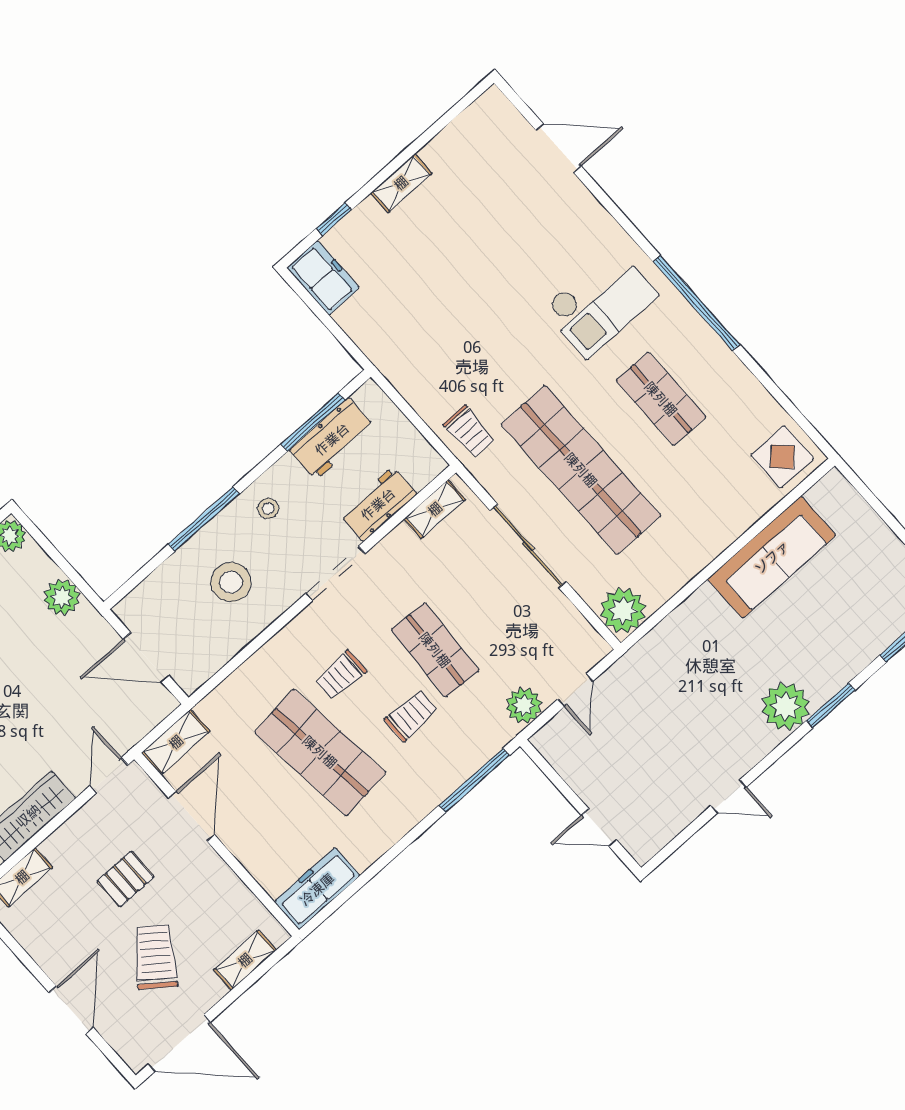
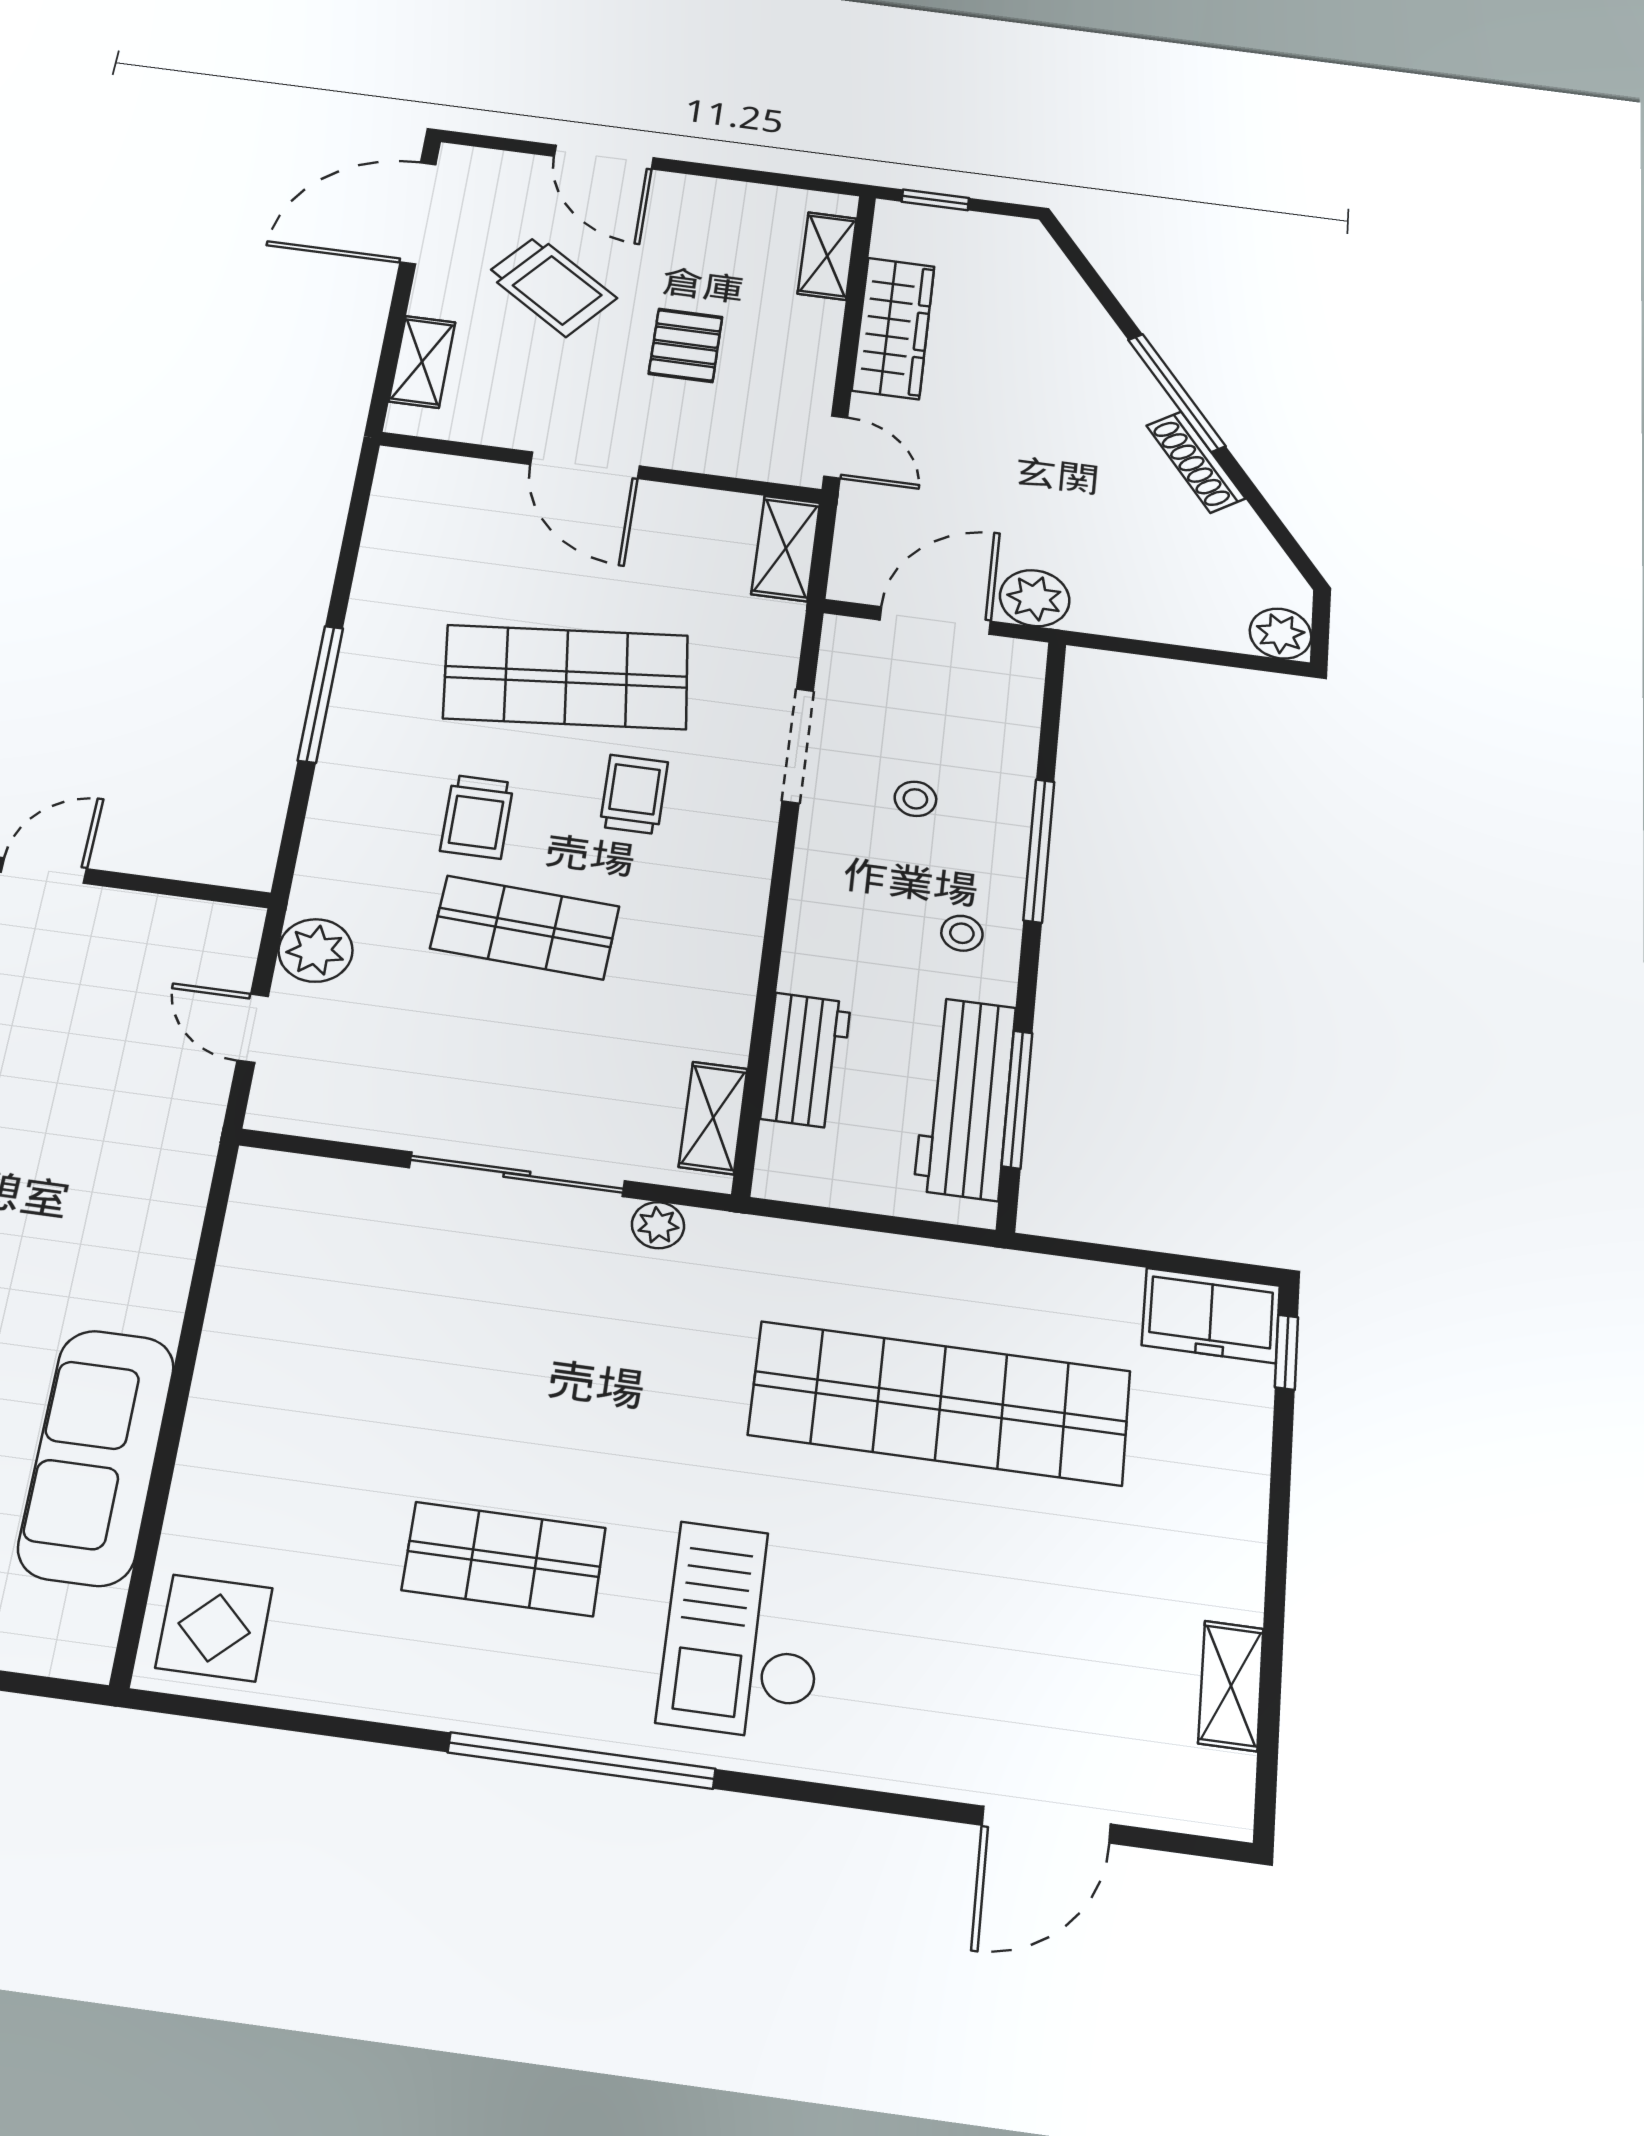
shelving: (401, 183) -> (1231, 1686), moved
window: (334, 219) -> (1286, 1352), moved
trolley: (469, 432) -> (767, 1268), removed
workbench: (332, 439) -> (965, 1098), width x1.38
shop shelf: (581, 470) -> (940, 1403), moved
doorway: (335, 573) -> (798, 746), moved
stool: (231, 582) -> (915, 799), width x0.53, depth x0.53
plant: (62, 597) -> (1035, 598), moved
plant: (623, 610) -> (658, 1225), moved, width x0.53, depth x0.53
window: (474, 780) -> (321, 694), moved
door: (191, 816) -> (585, 465), moved
freezer: (317, 889) -> (403, 510), removed

